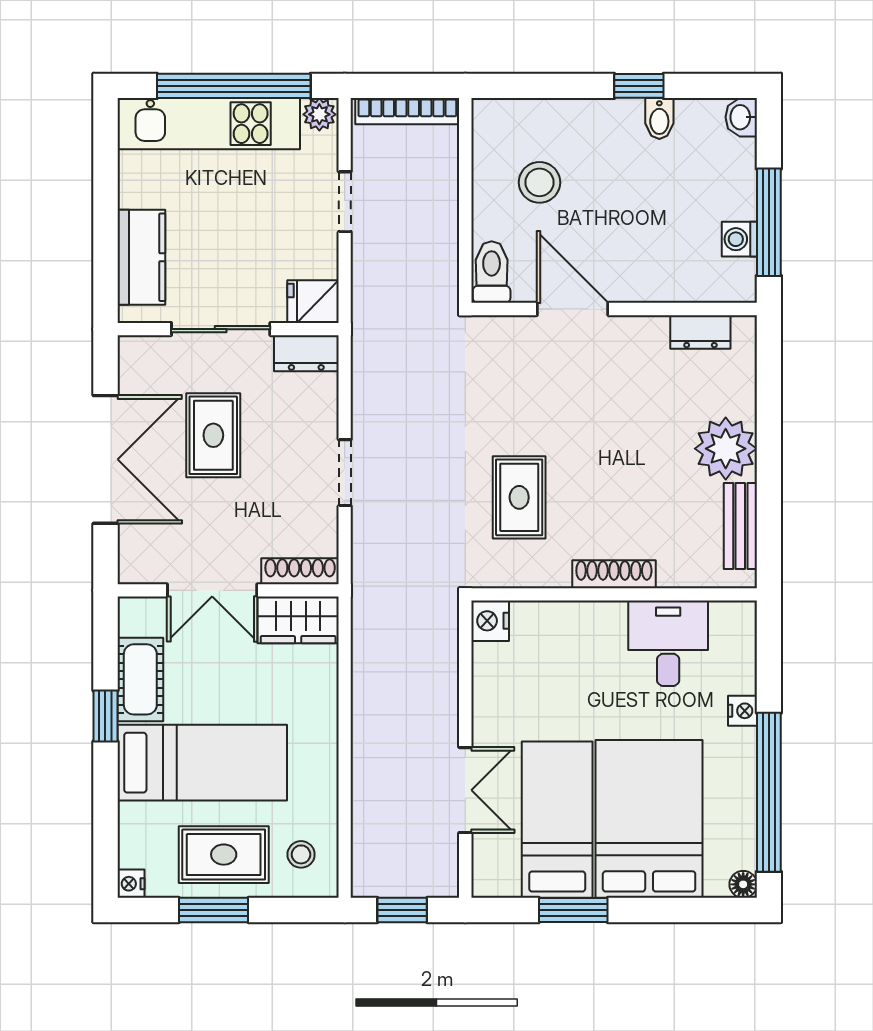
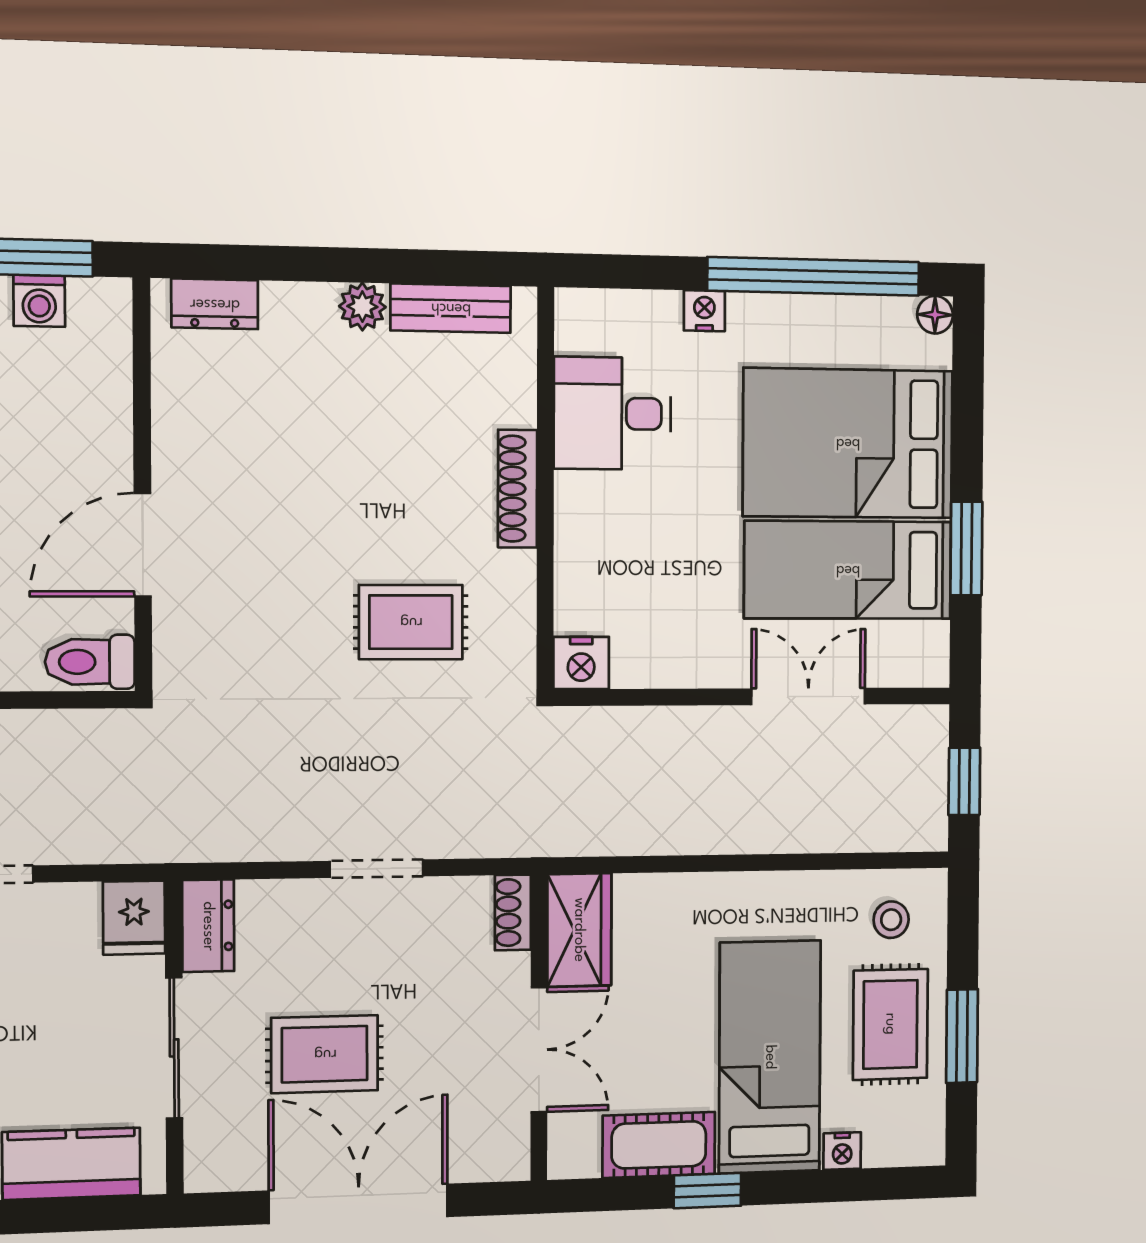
dresser: (700, 332) -> (215, 304), moved, turned 90
plant: (726, 449) -> (362, 307), width x0.53, depth x0.53
shoe rack: (300, 571) -> (513, 912), width x0.70
nightstand: (131, 884) -> (842, 1151), moved

